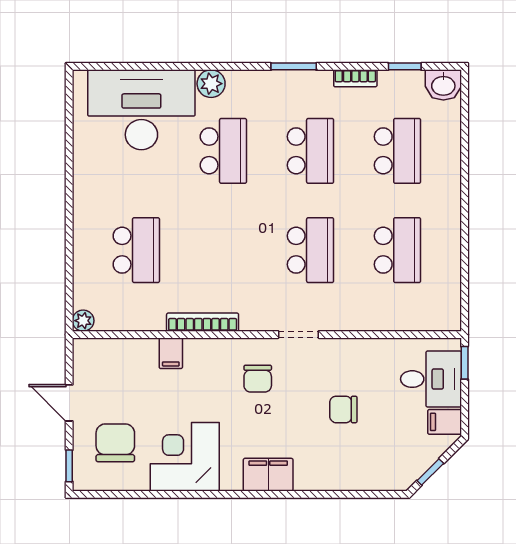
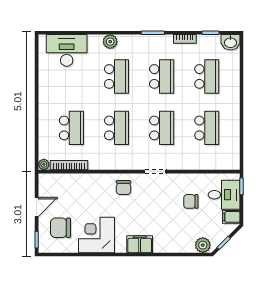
desk: (141, 110) -> (67, 50), width x0.73, depth x0.77
school desk: (223, 250) -> (117, 128), added
bookcase: (203, 322) -> (69, 165), moved
filing cabinet: (171, 353) -> (89, 181), removed
chair: (258, 379) -> (124, 188), moved
door: (69, 403) -> (37, 207), swing flipped
chair: (343, 409) -> (191, 201), moved
chair: (115, 443) -> (60, 228), turned -90
plant: (390, 476) -> (203, 245), added

